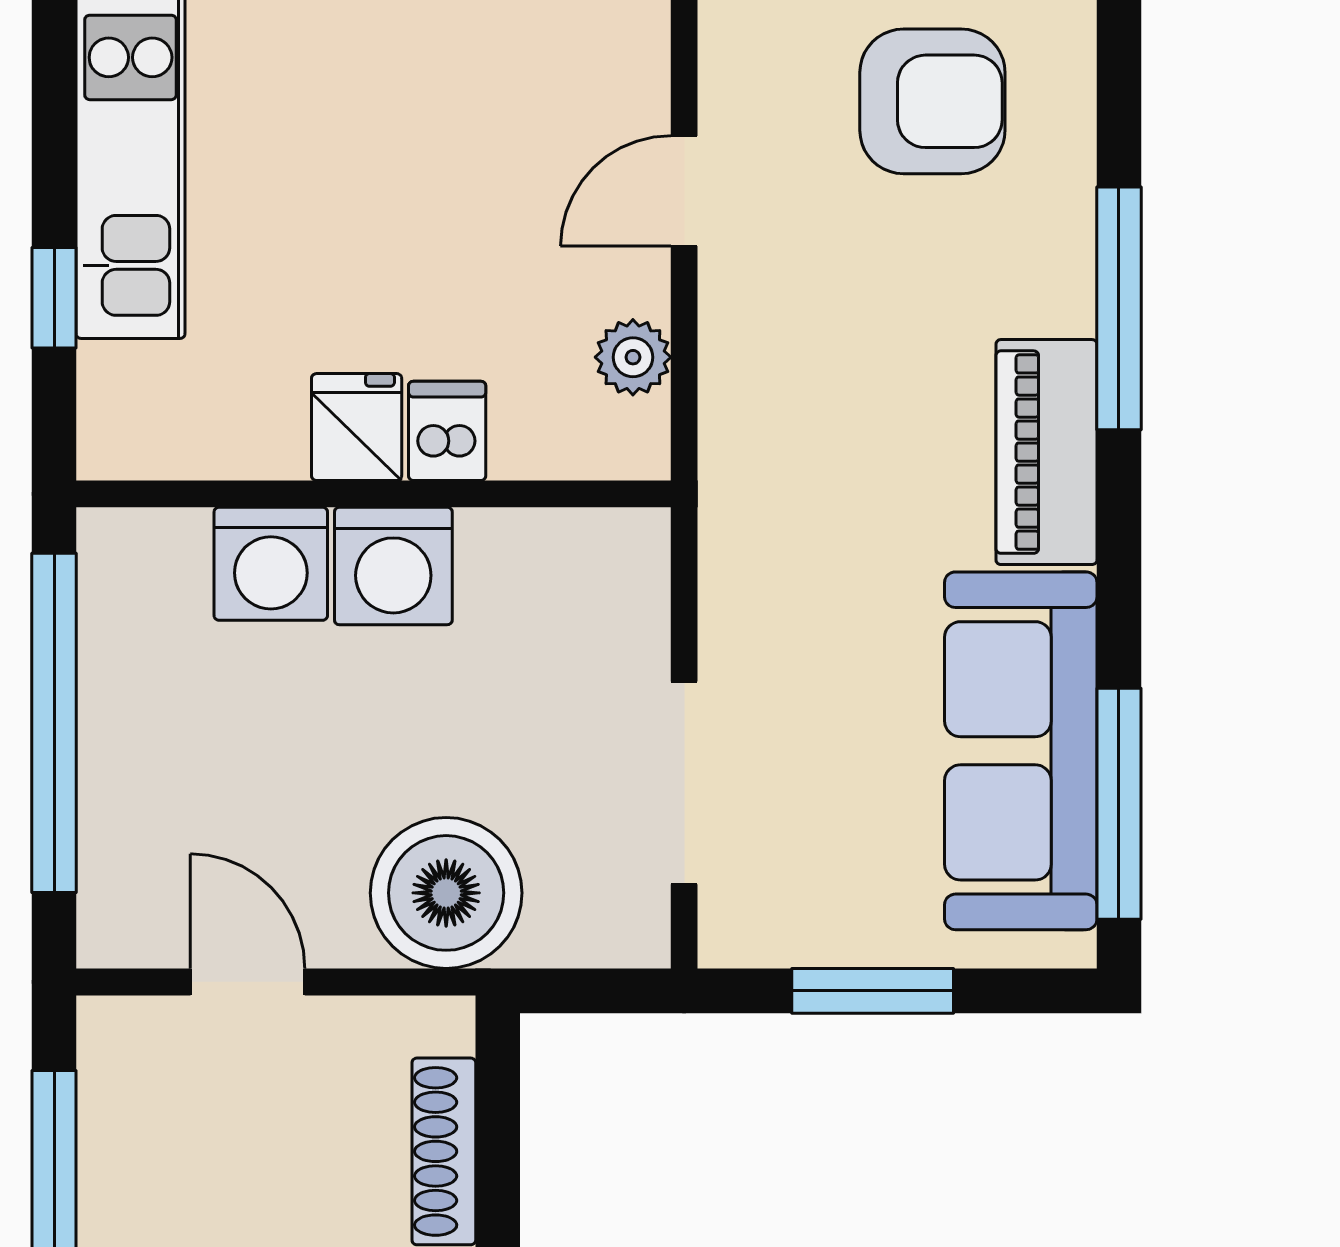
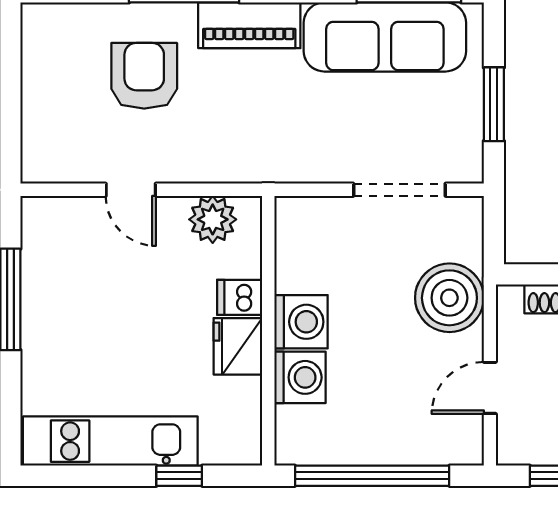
armchair: (932, 101) -> (144, 76), moved
plant: (633, 357) -> (213, 219), width x1.38, depth x1.38
fridge: (357, 427) -> (238, 346), width x1.38

